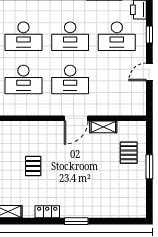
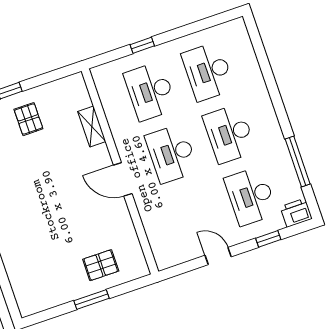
shelving: (103, 127) -> (92, 126), moved
pallet: (33, 166) -> (28, 119), moved, turned 90

